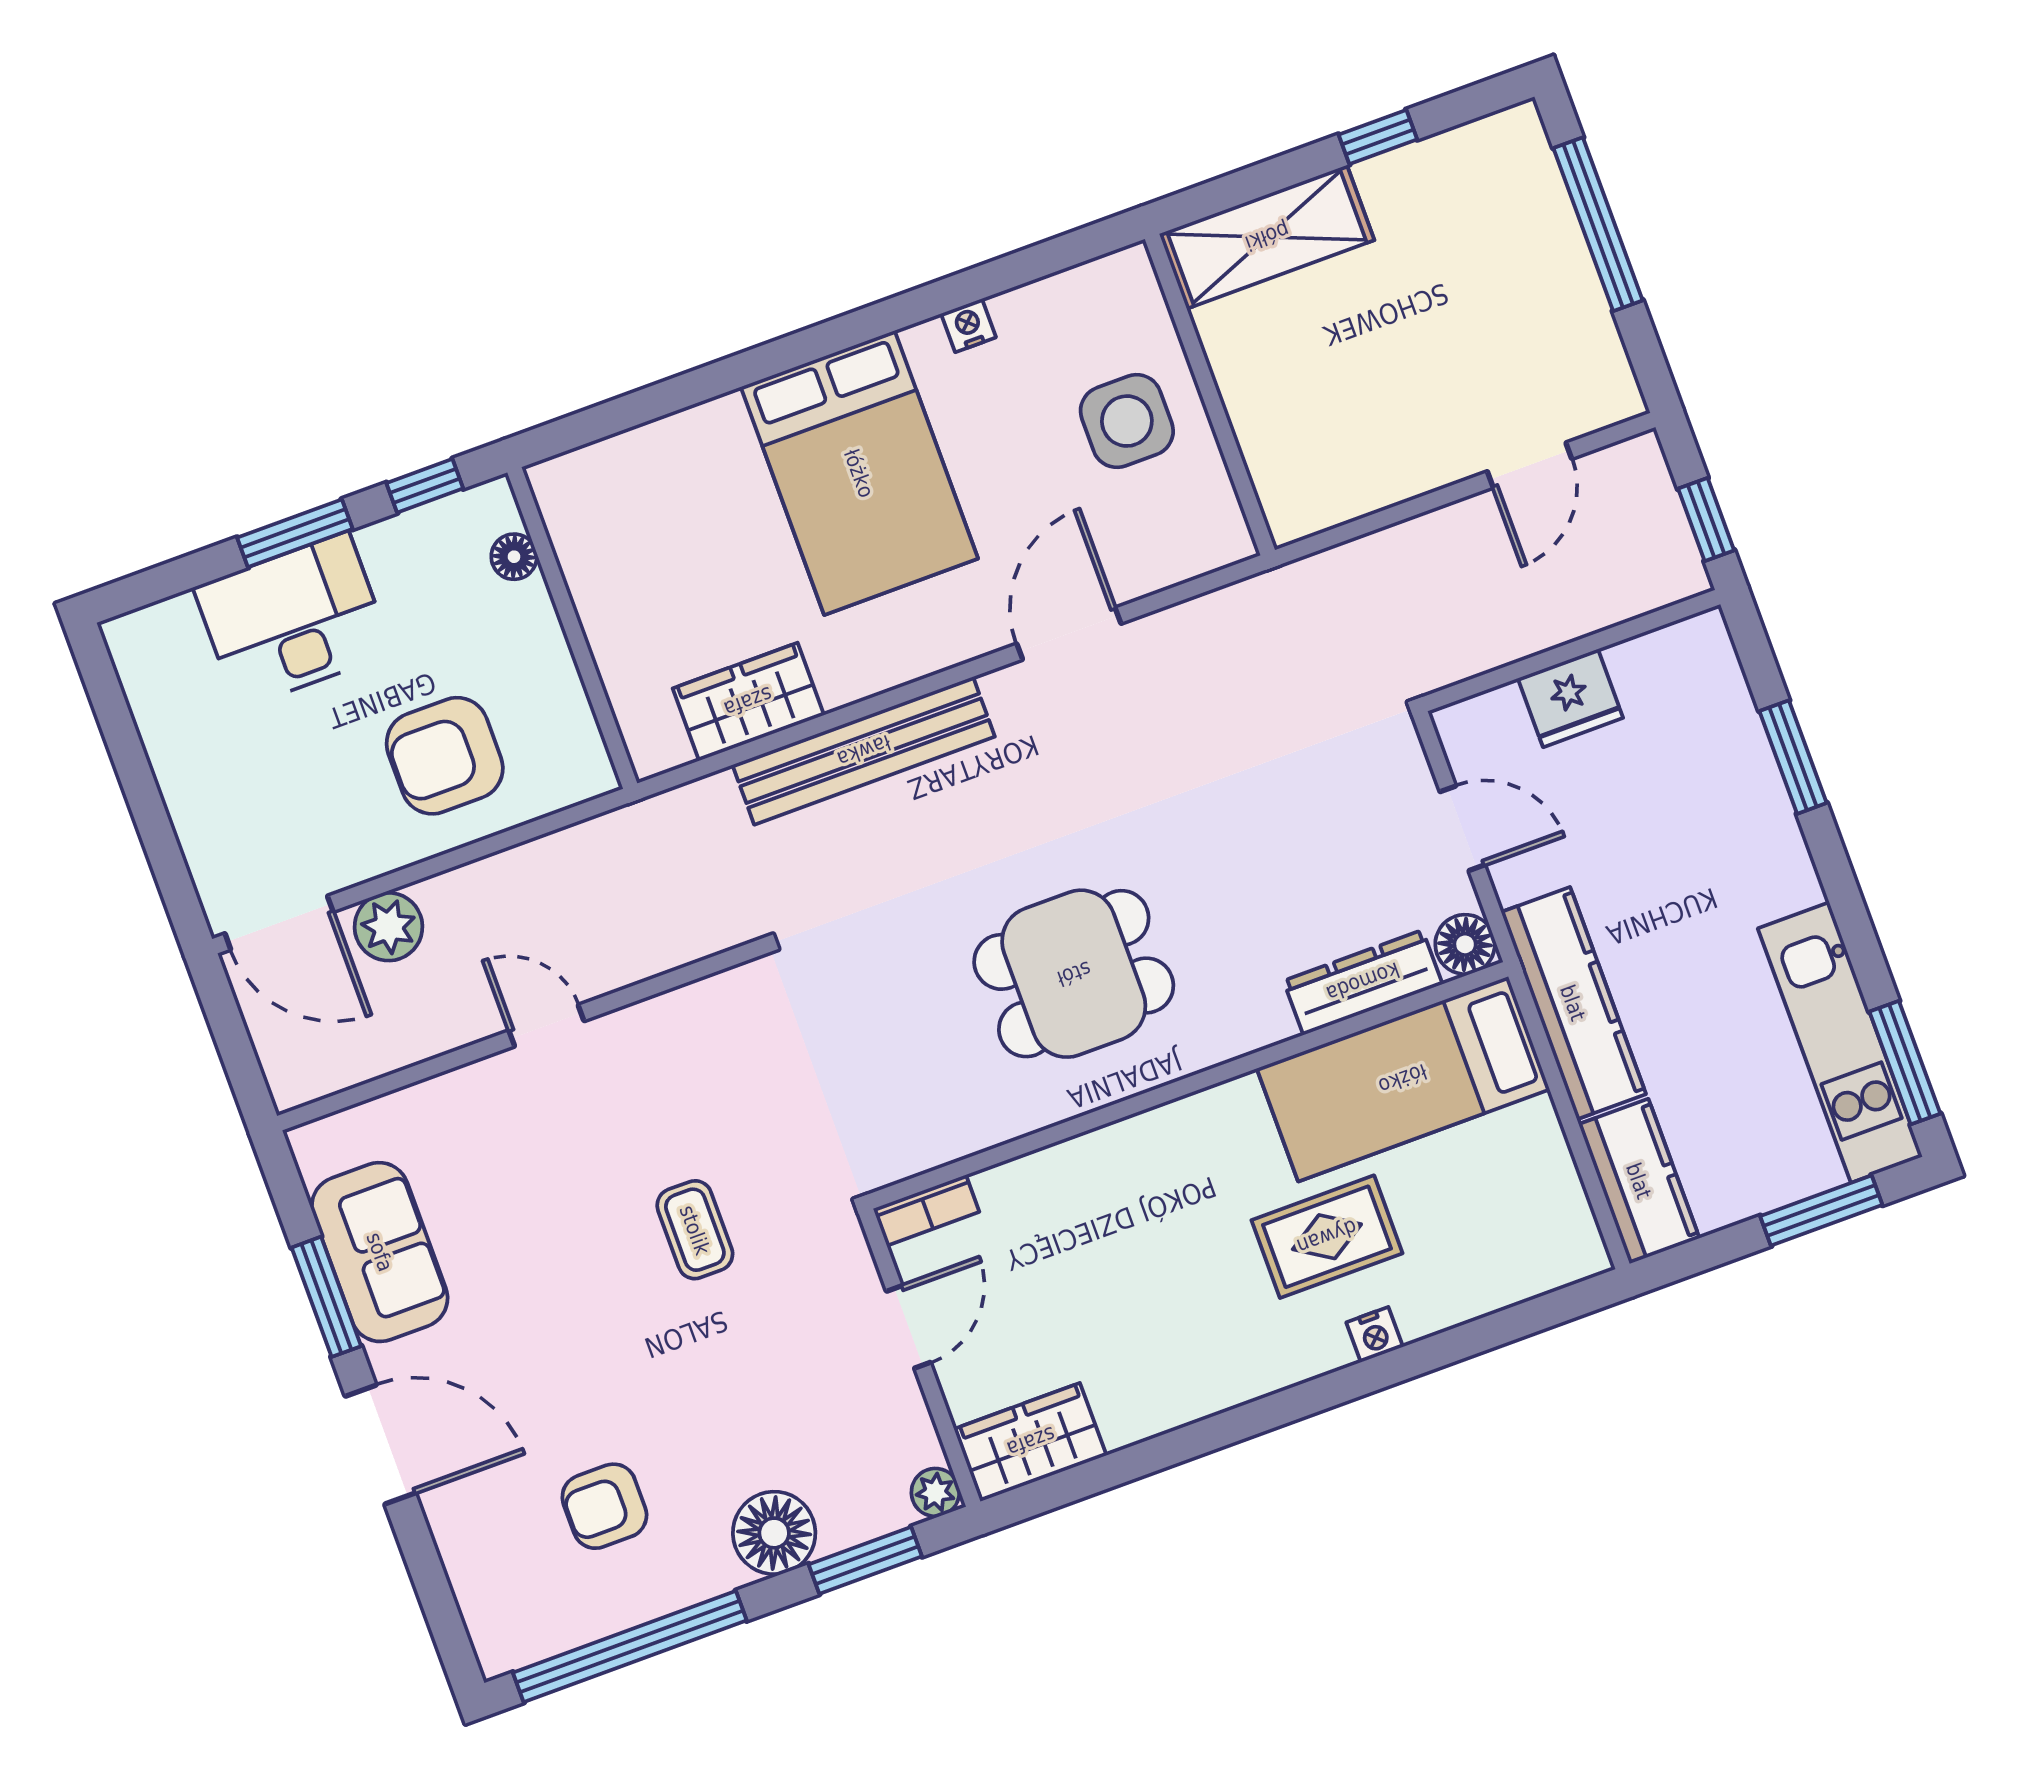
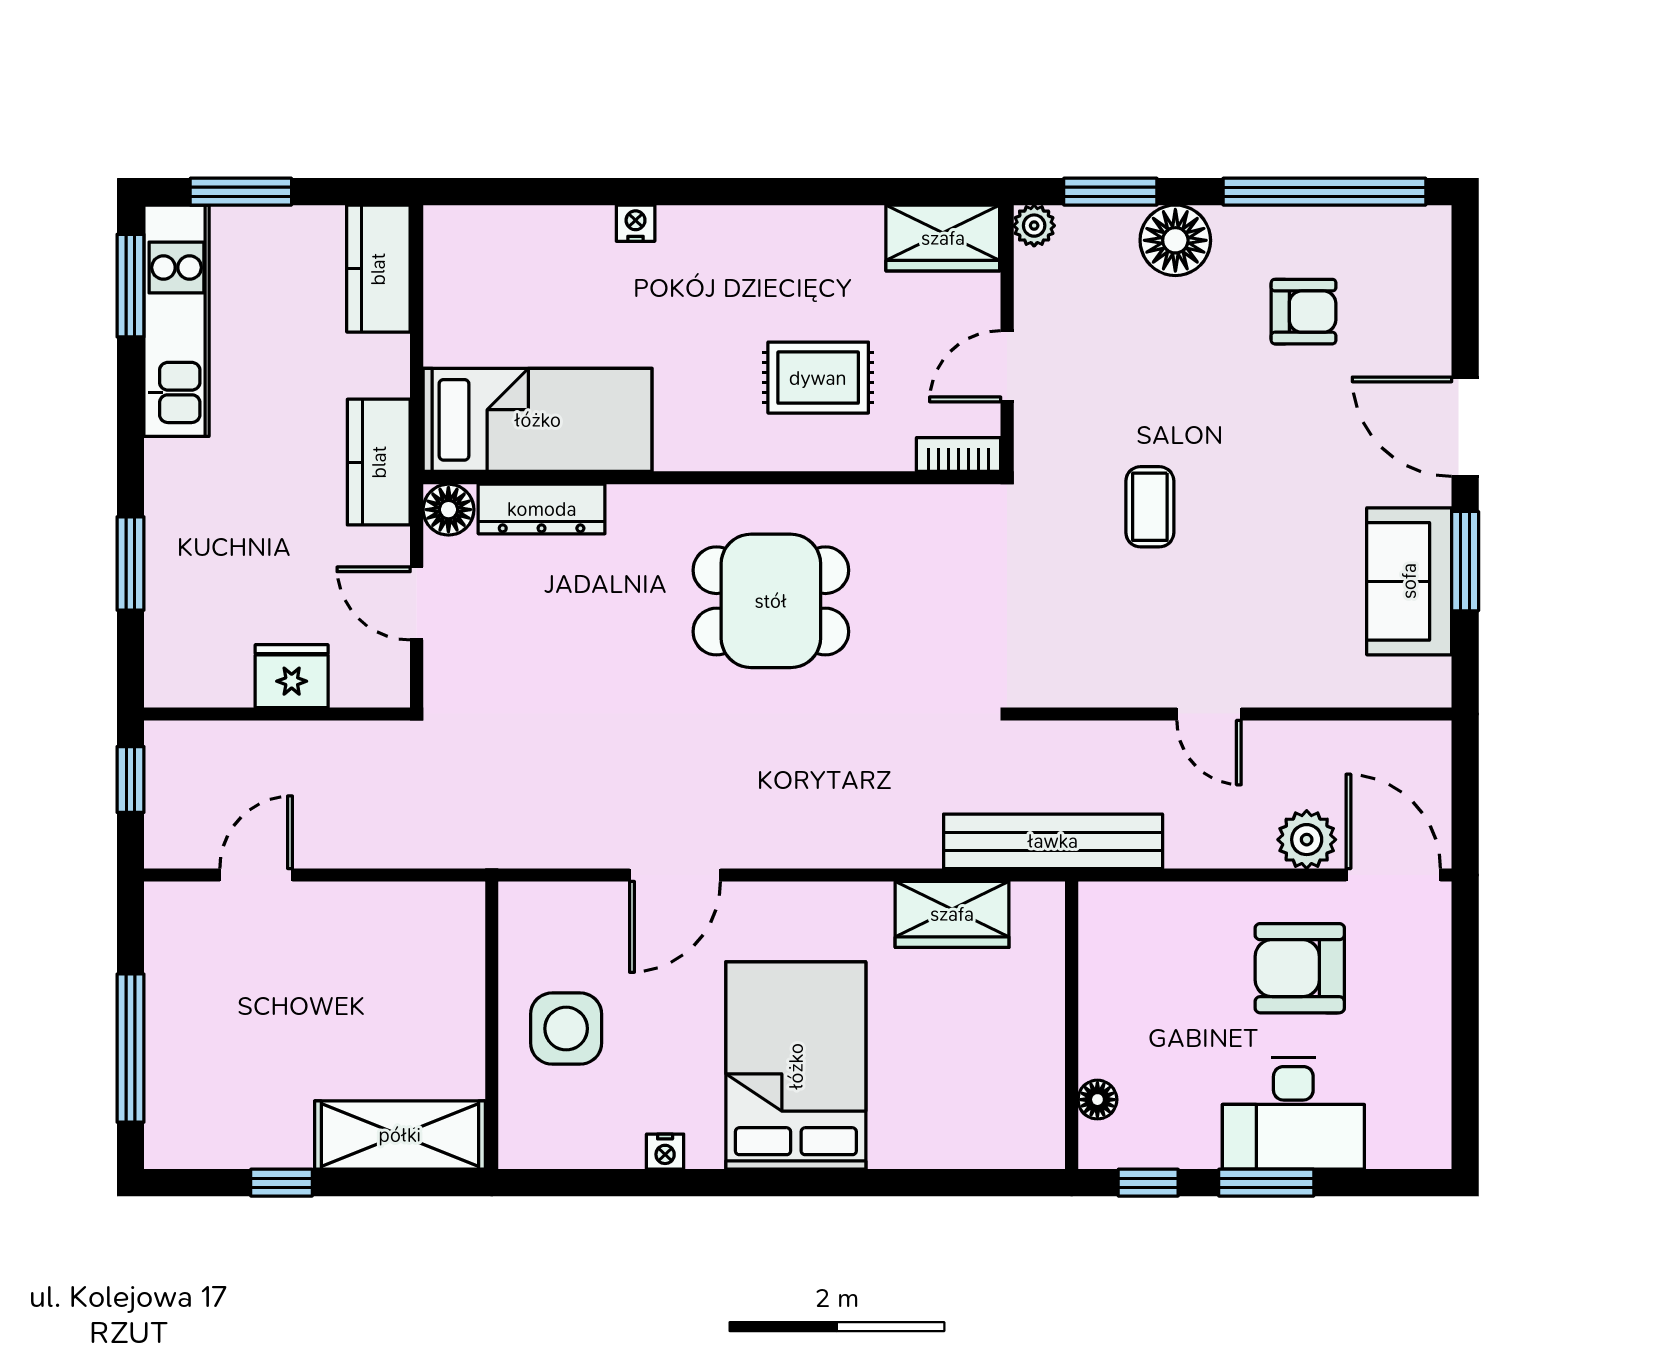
bench: (864, 751) -> (1053, 841), moved
armchair: (445, 756) -> (1300, 968), moved, turned 180
kitchen counter: (1573, 1003) -> (379, 462), width x0.67
rug: (1327, 1237) -> (818, 378), moved

